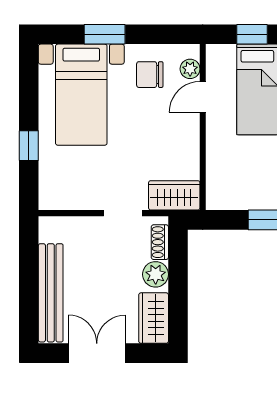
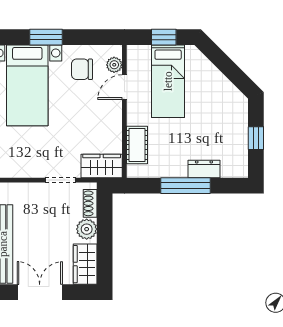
cot: (218, 169) -> (137, 145), added

